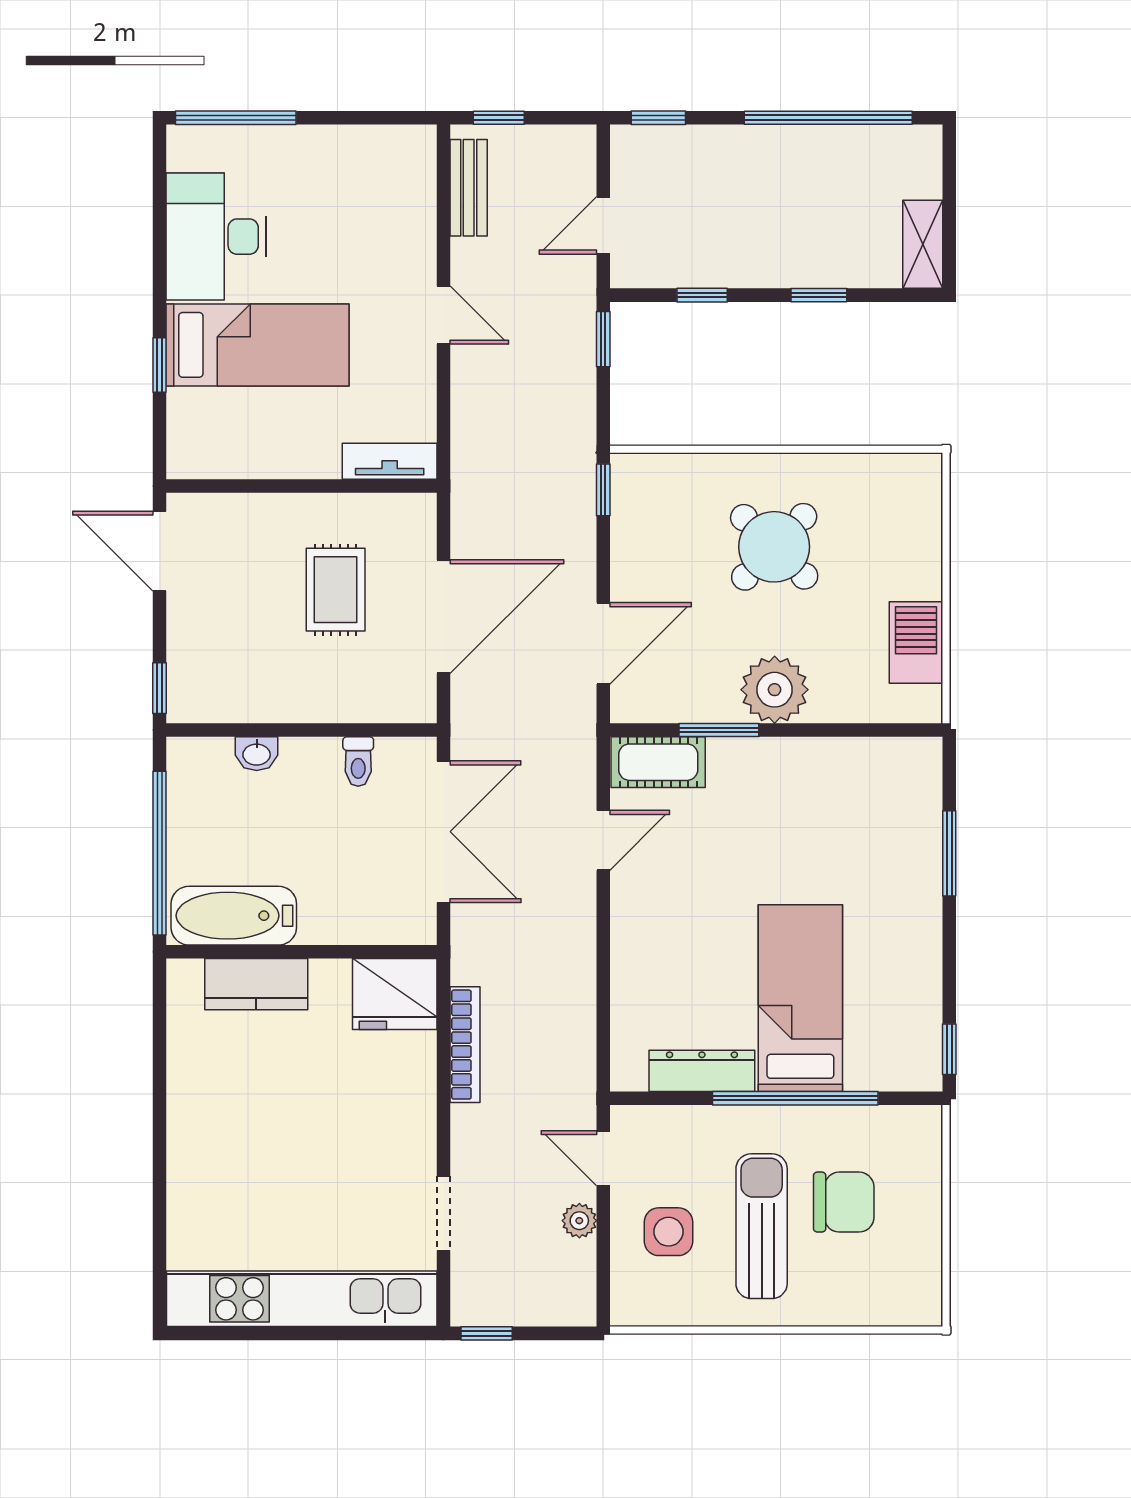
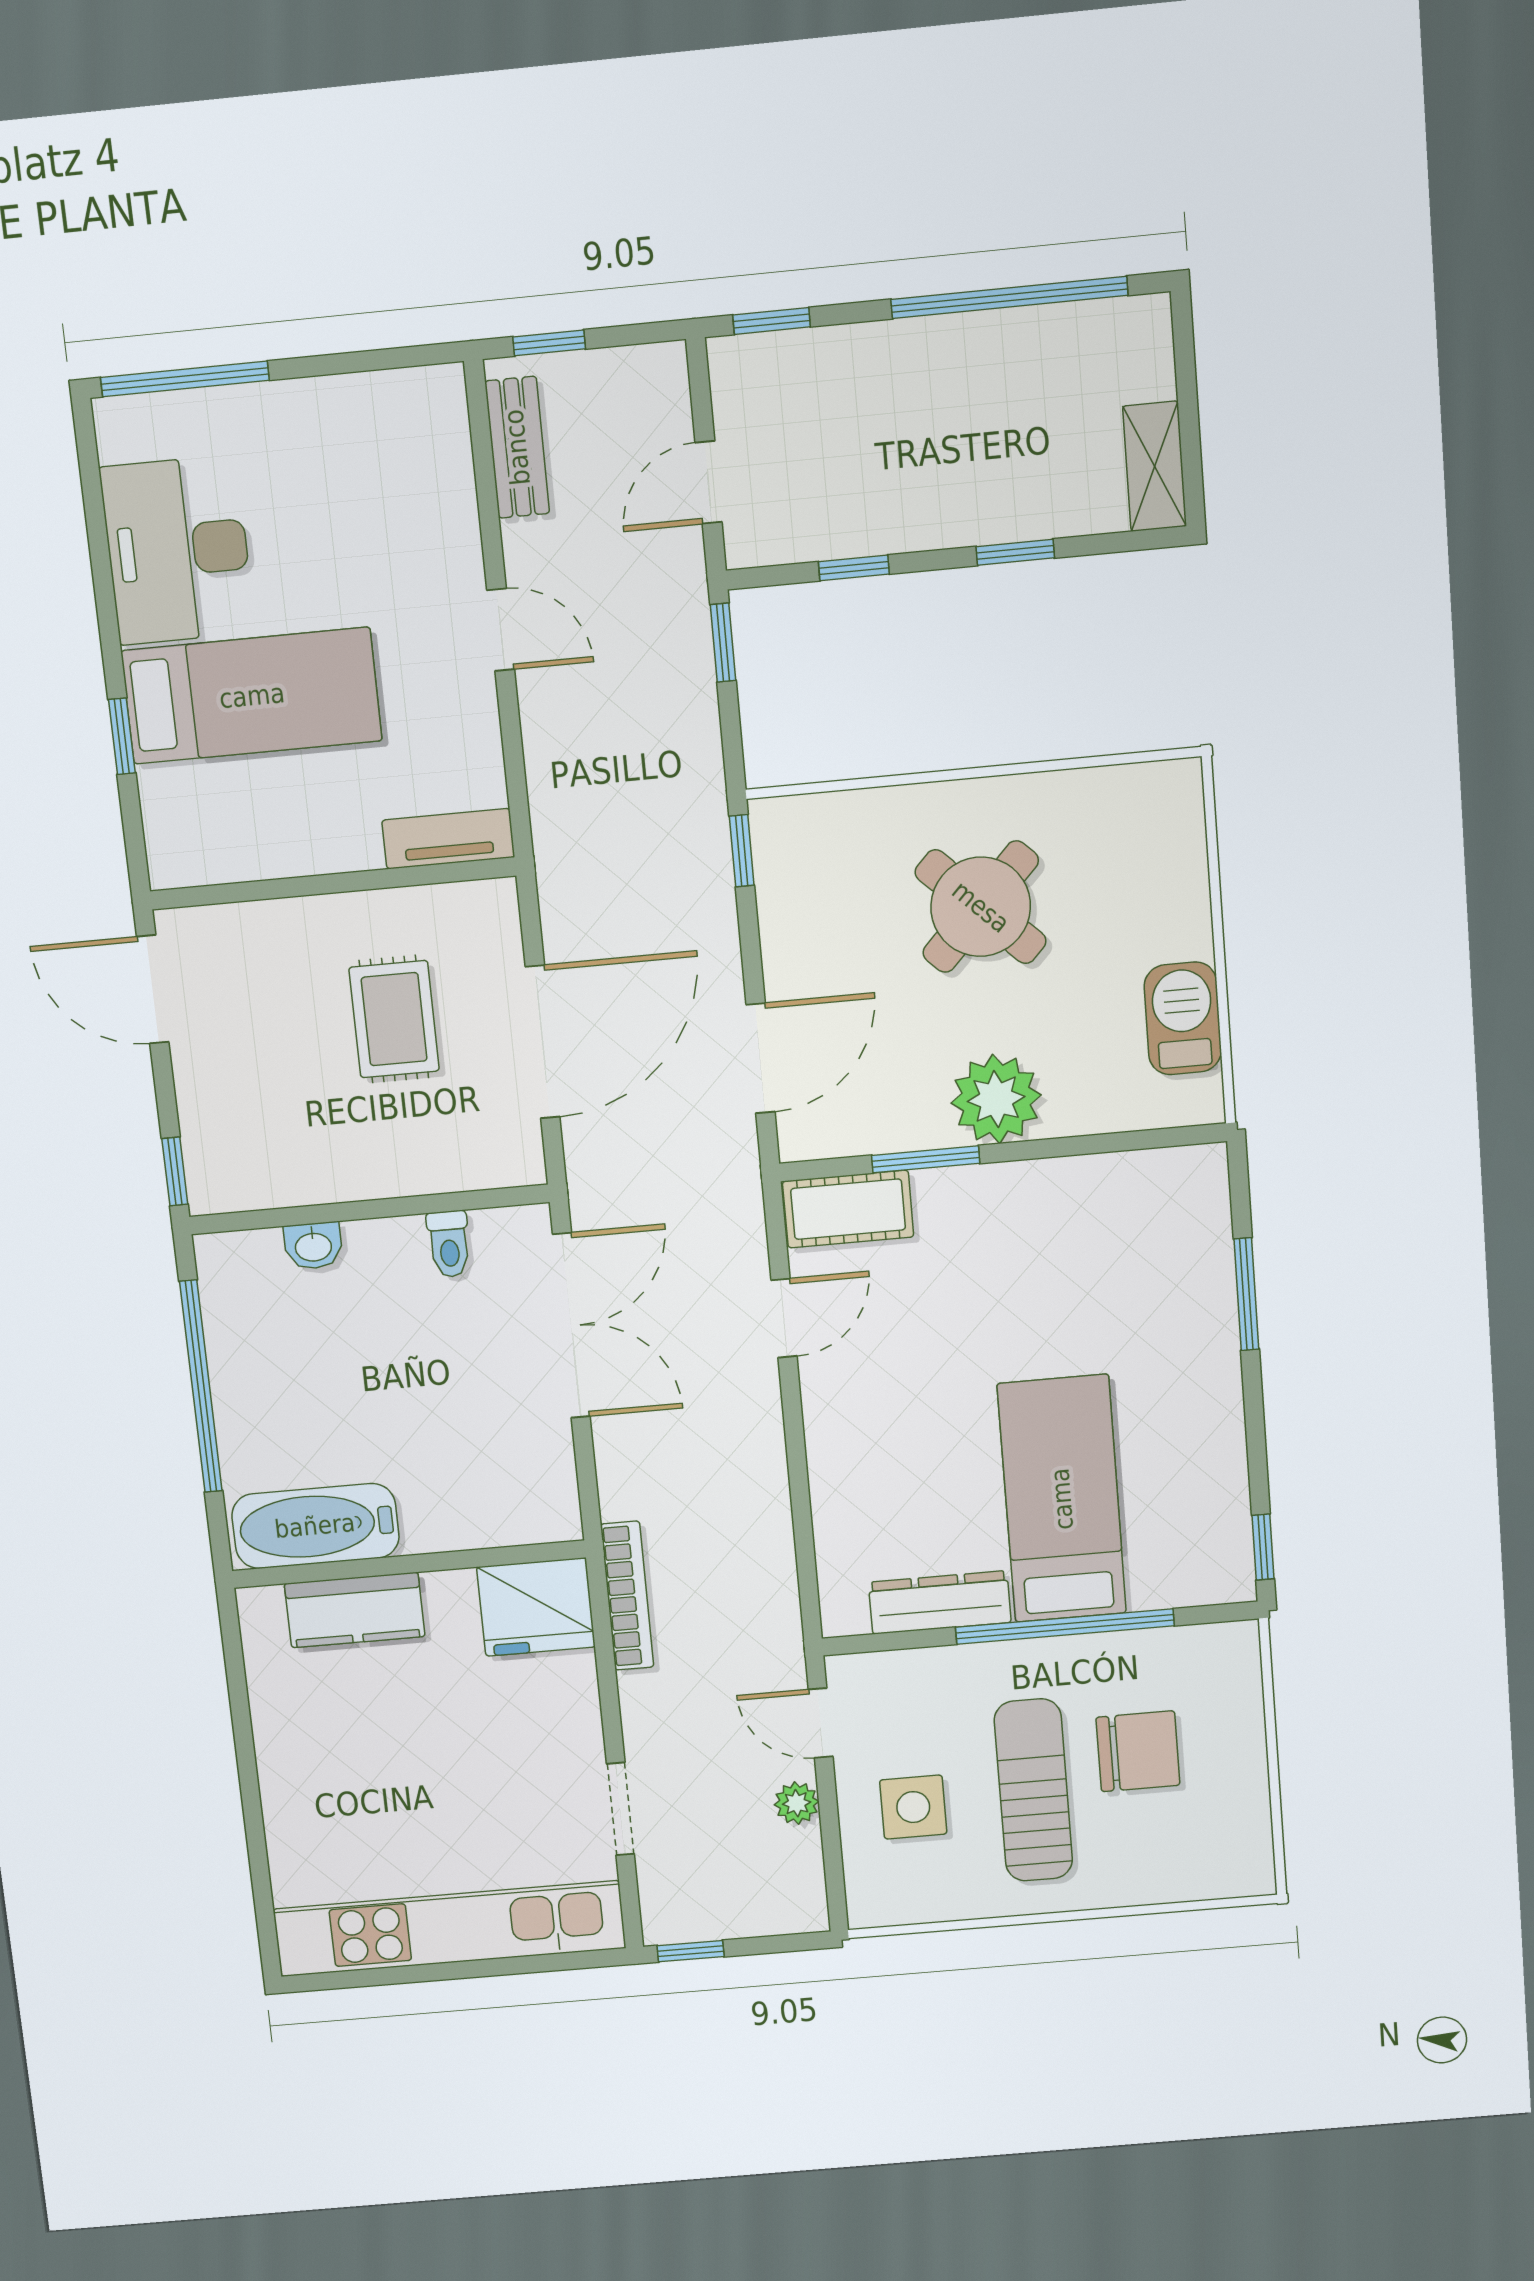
bathtub: (234, 916) -> (315, 1526), moved
wall: (302, 952) -> (409, 1564), moved
kitchen counter: (256, 984) -> (355, 1610), moved
fridge: (395, 994) -> (536, 1607), moved

